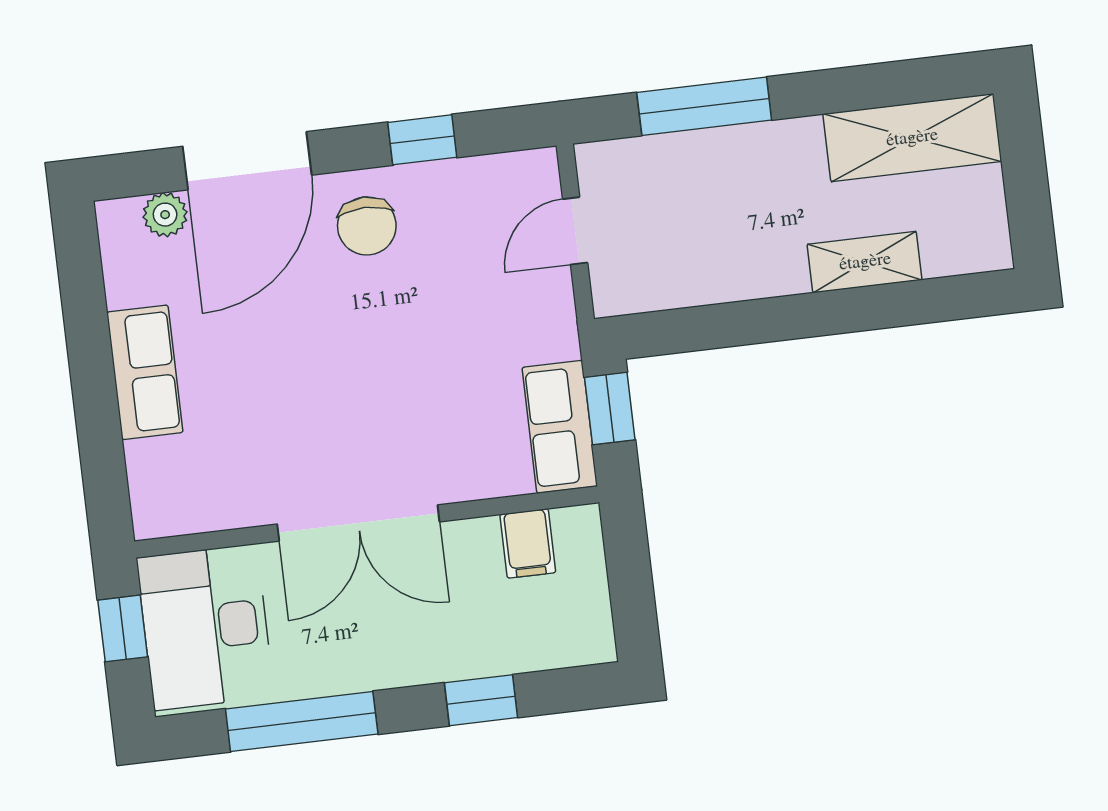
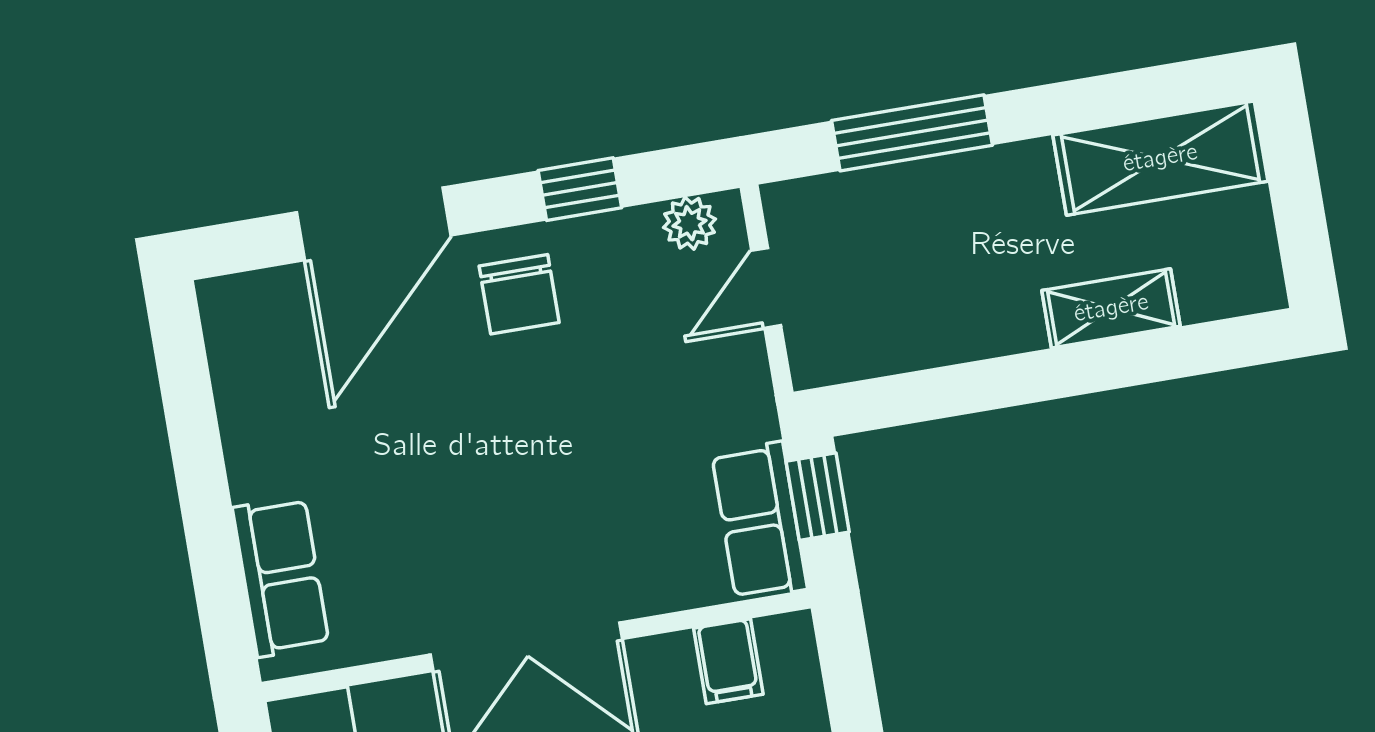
plant: (165, 215) -> (689, 223), moved
row of seats: (145, 372) -> (281, 577), moved

